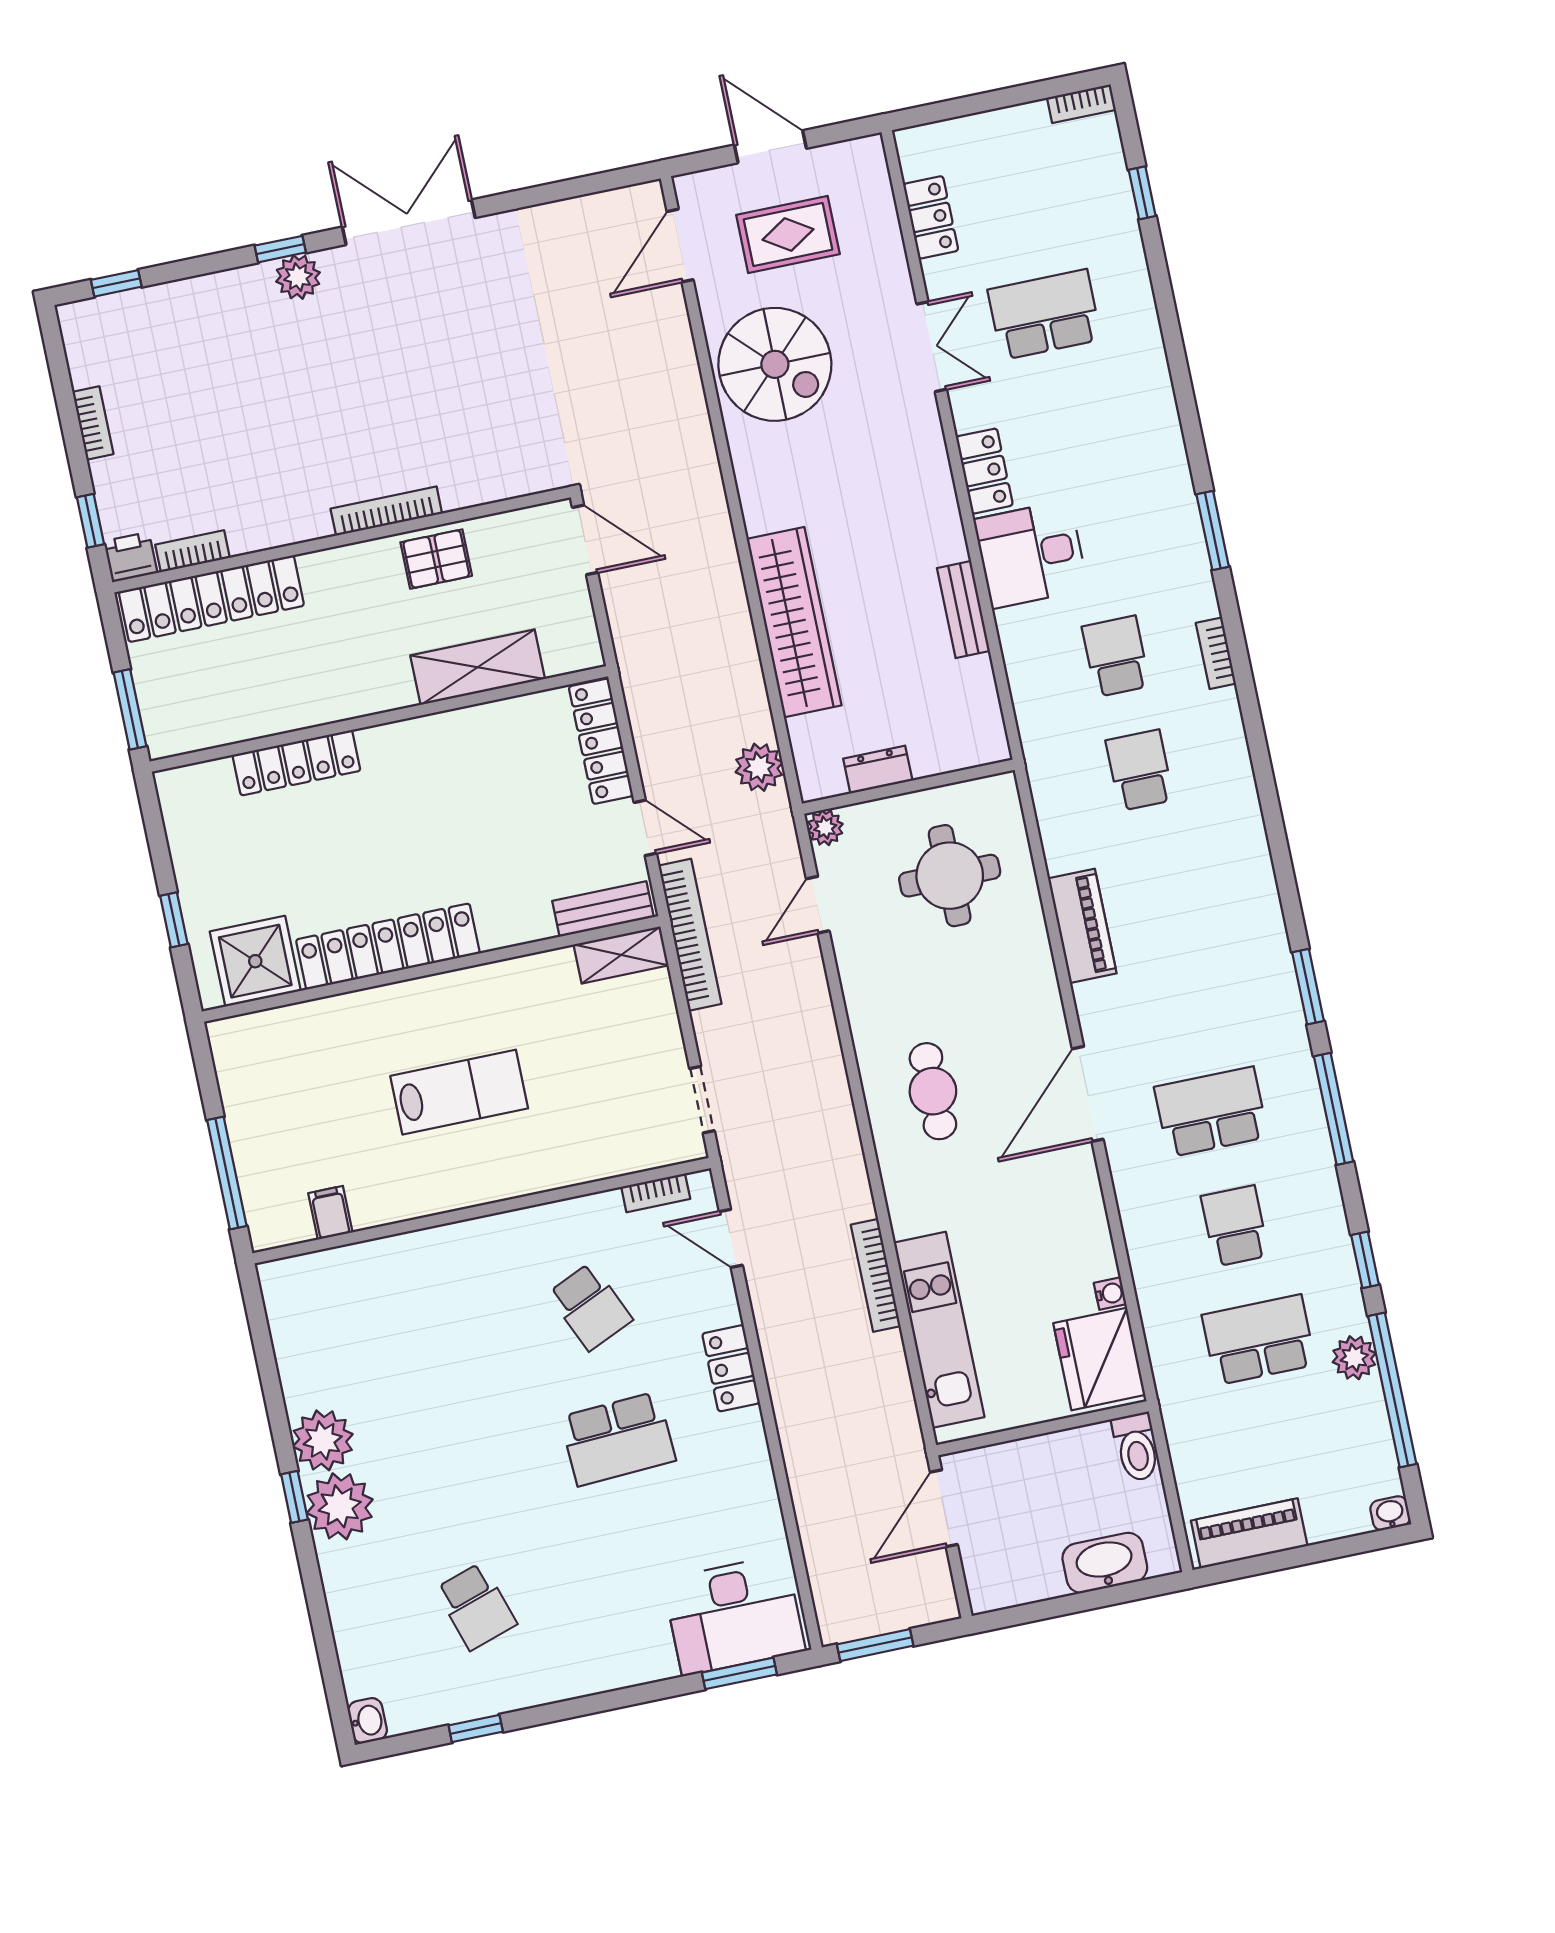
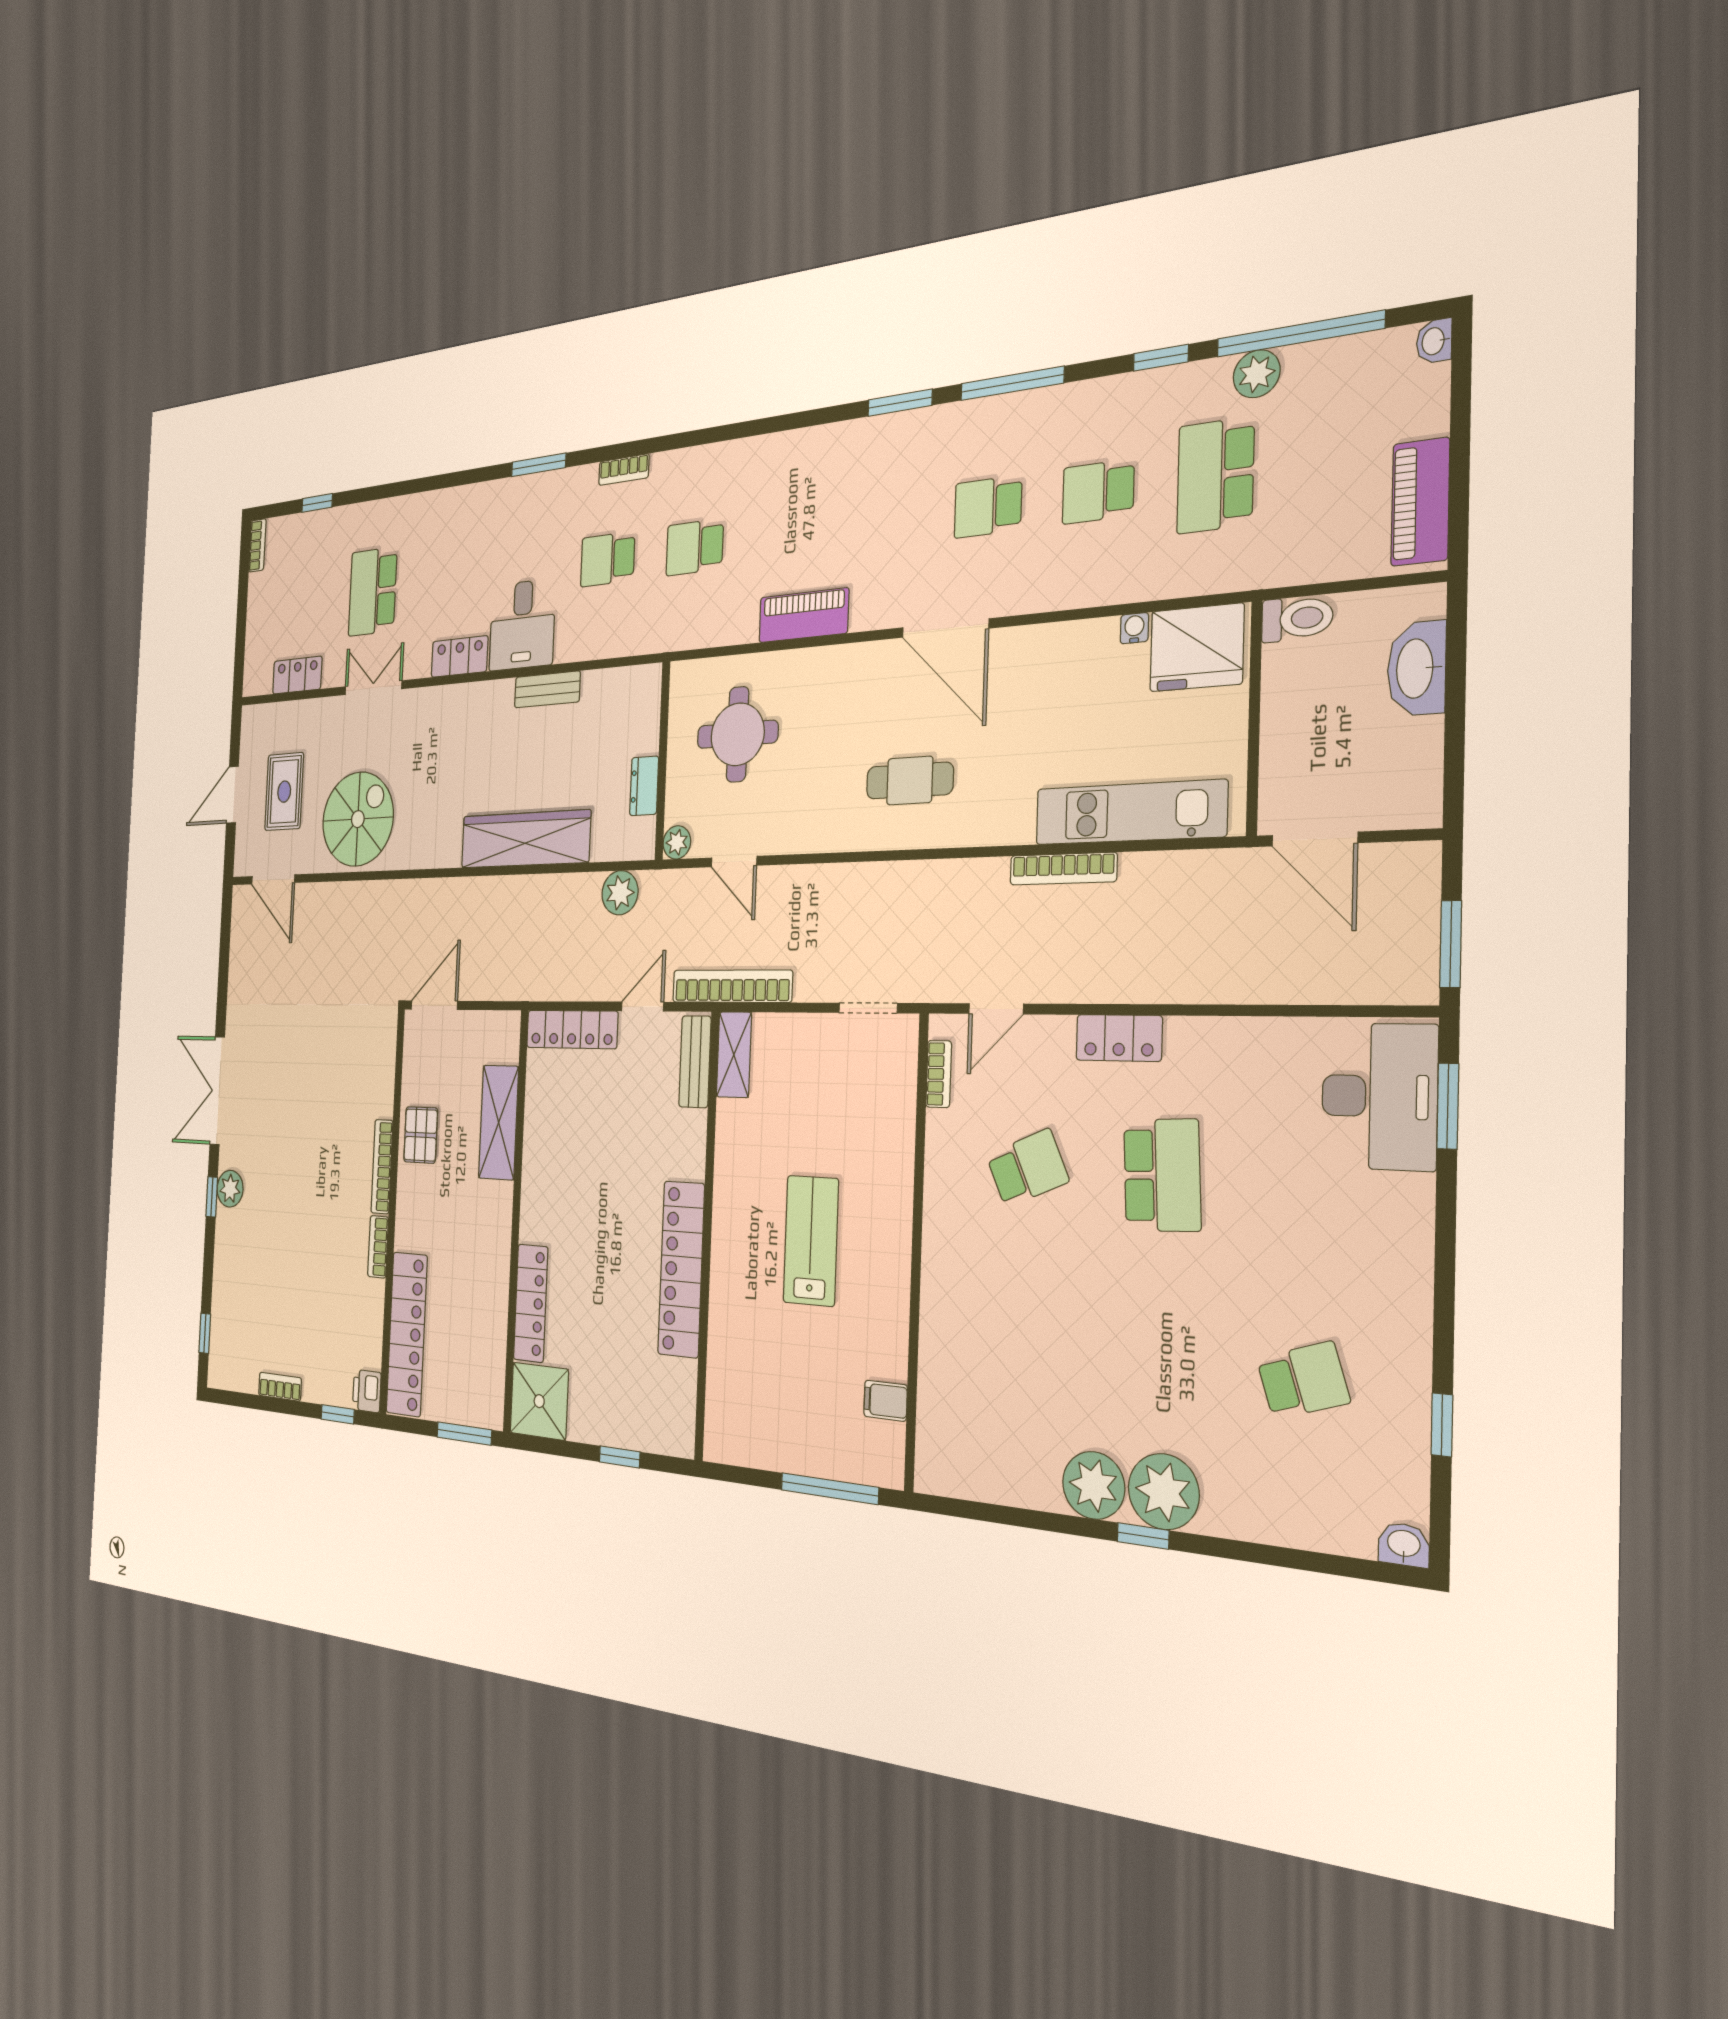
bookcase: (193, 551) -> (378, 1247), moved
shower: (255, 961) -> (539, 1401), moved
school desk: (1211, 1112) -> (988, 507), width x0.54

